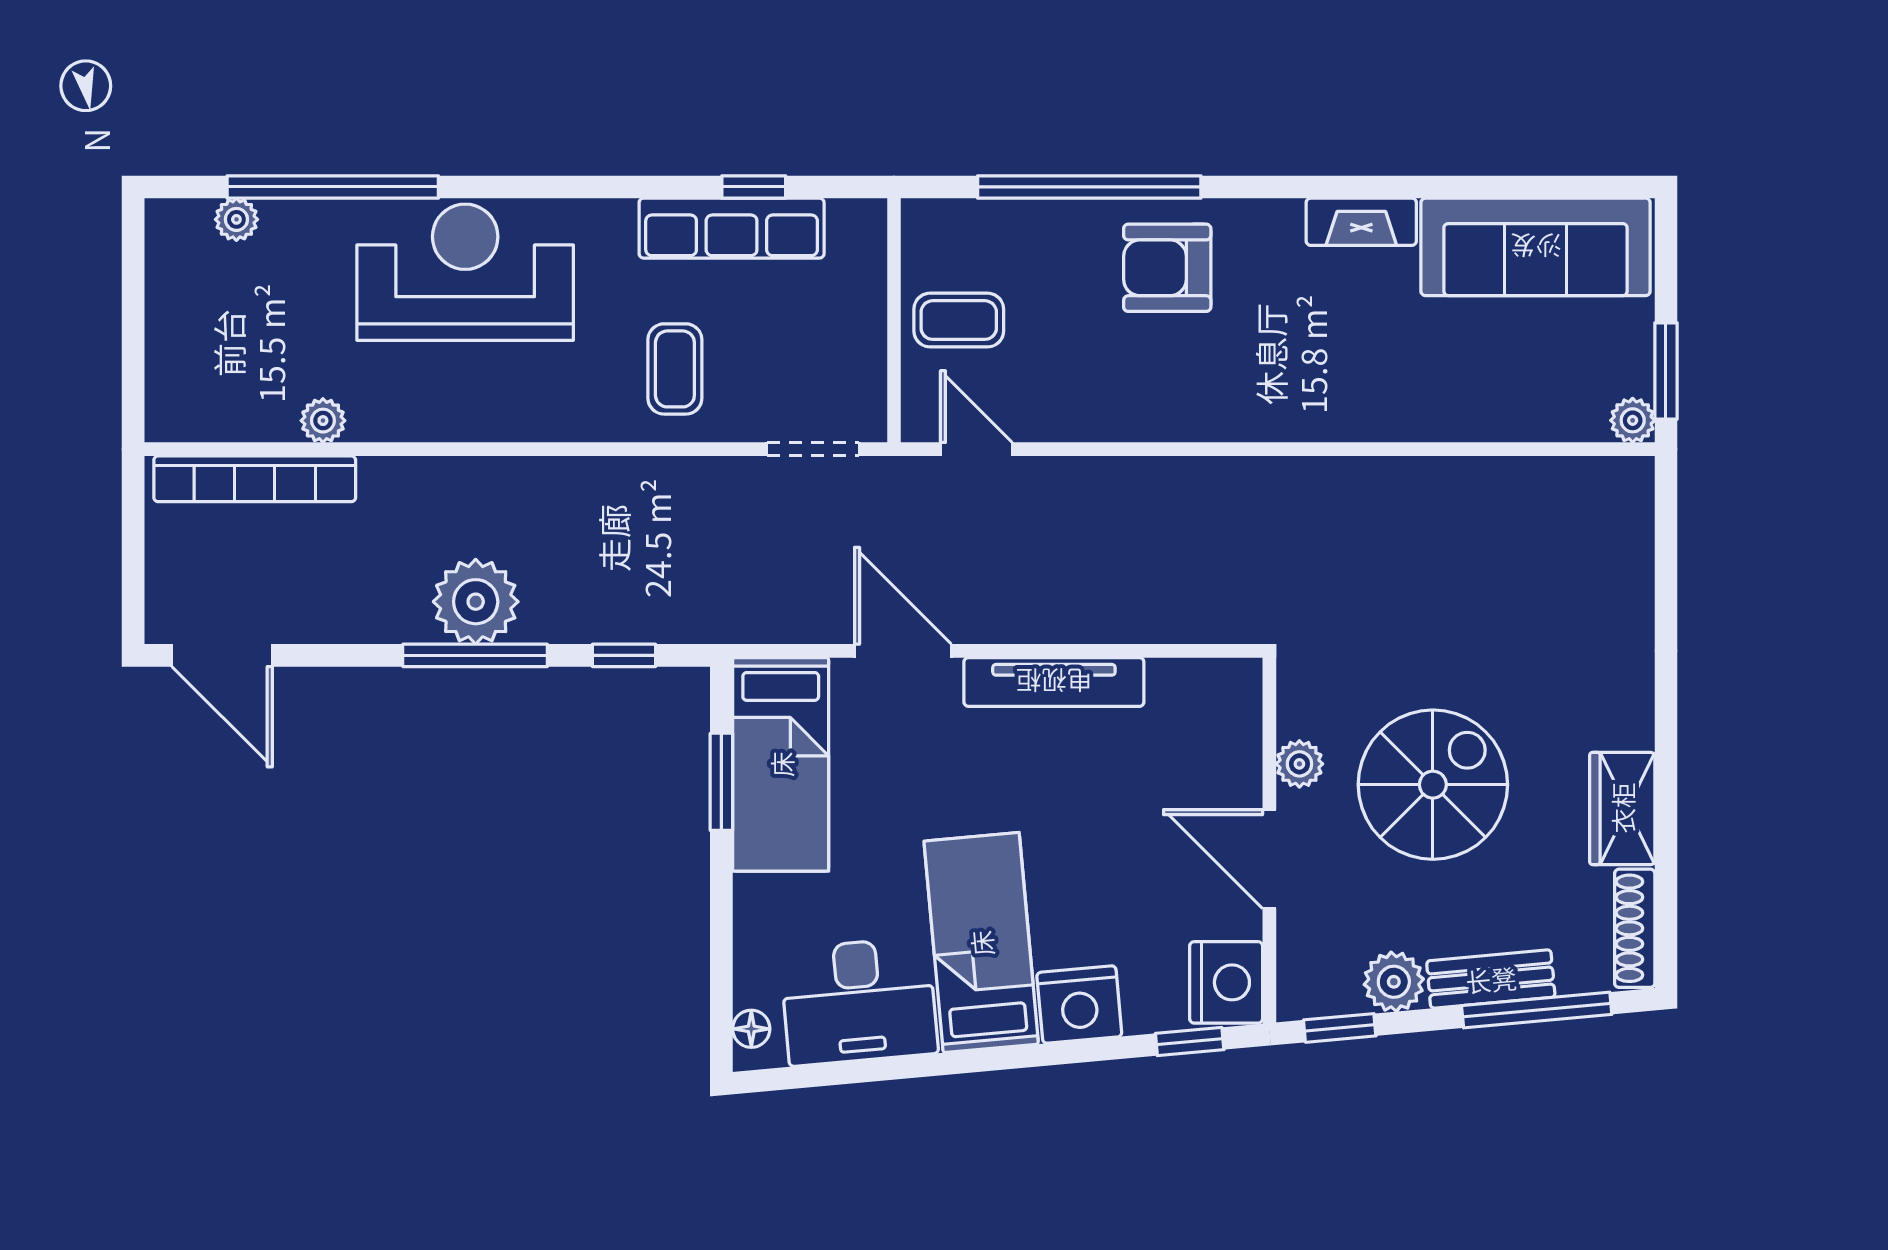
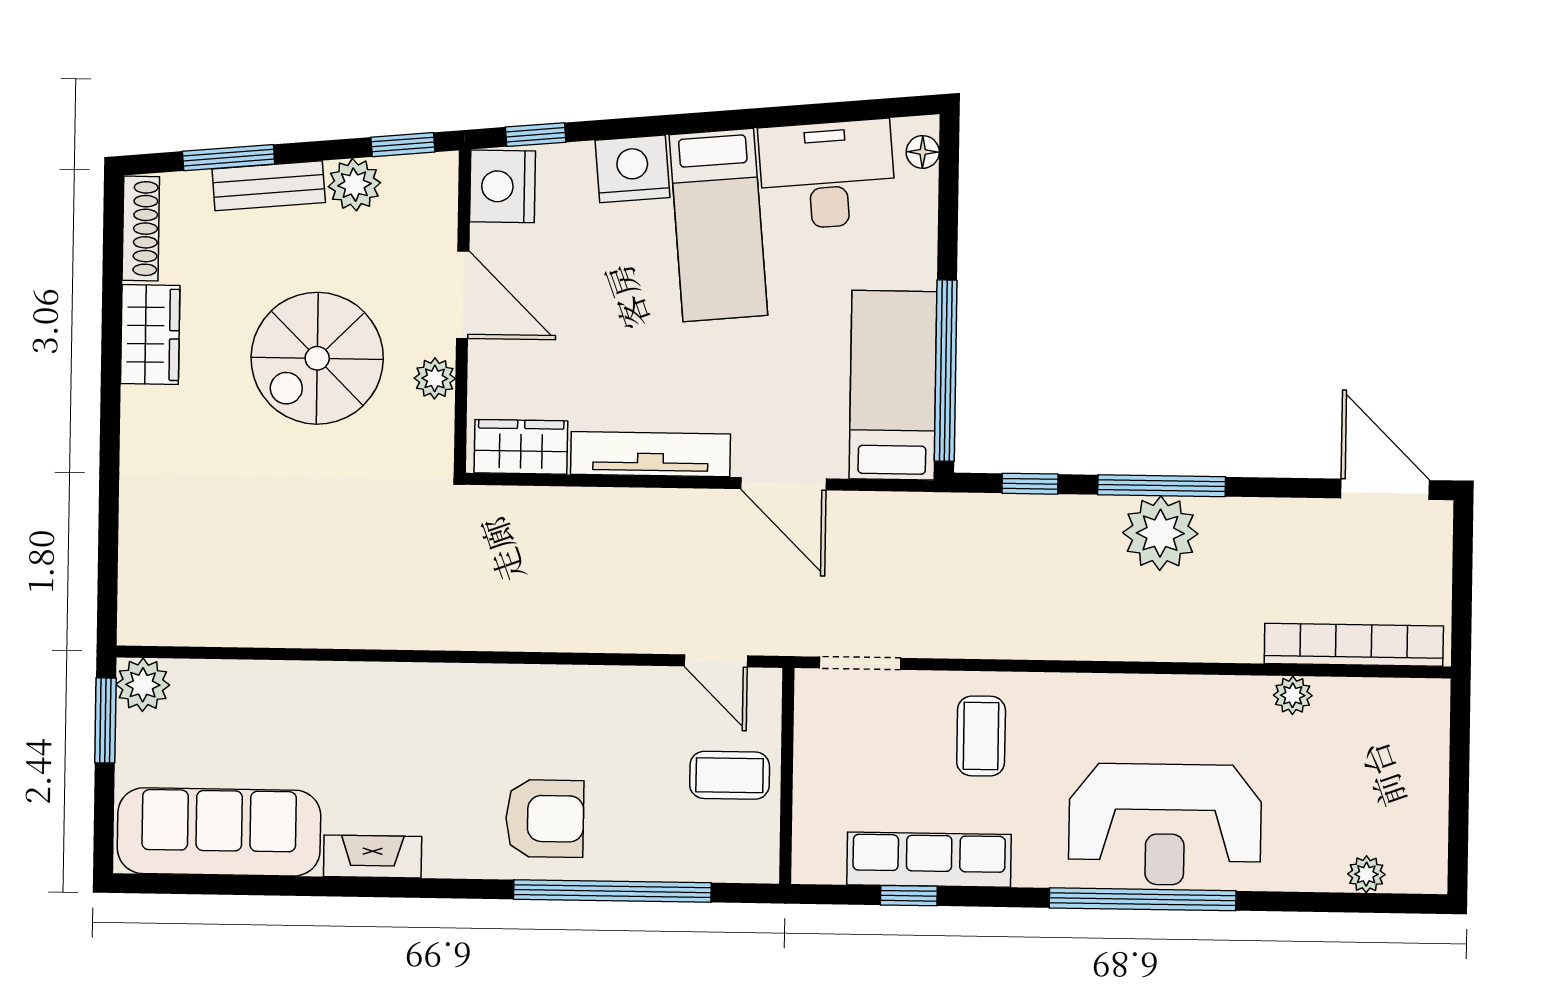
window: (333, 187) -> (1143, 899), moved
plant: (1633, 420) -> (143, 685), width x1.38, depth x1.38
wardrobe: (1201, 688) -> (521, 447), added
window: (721, 782) -> (946, 371), width x2.11
window: (1537, 1010) -> (229, 158), width x0.69

